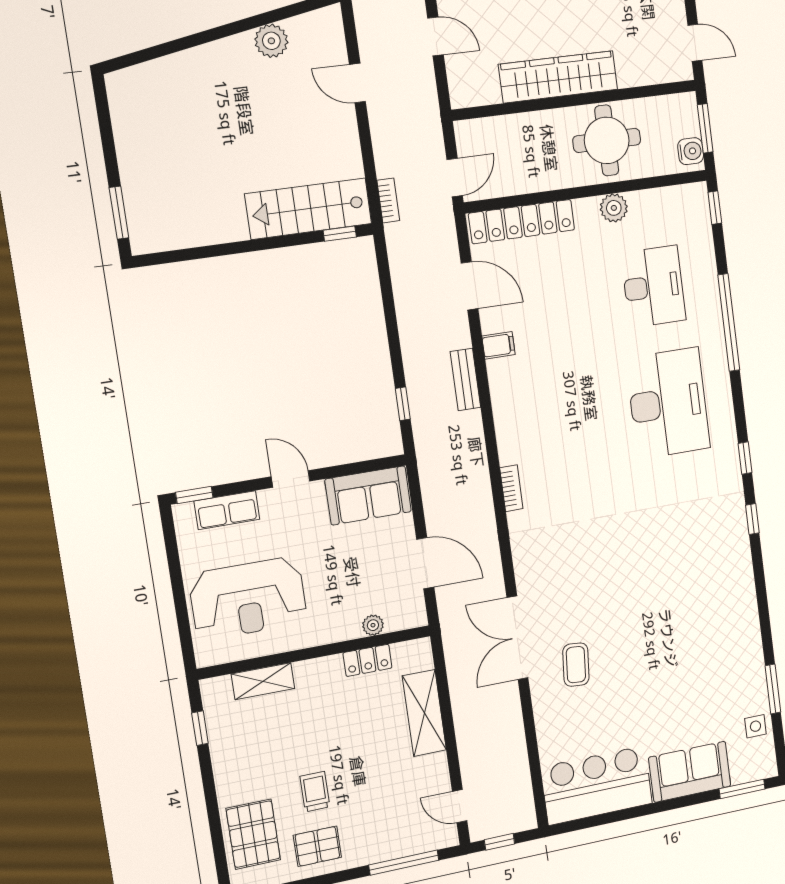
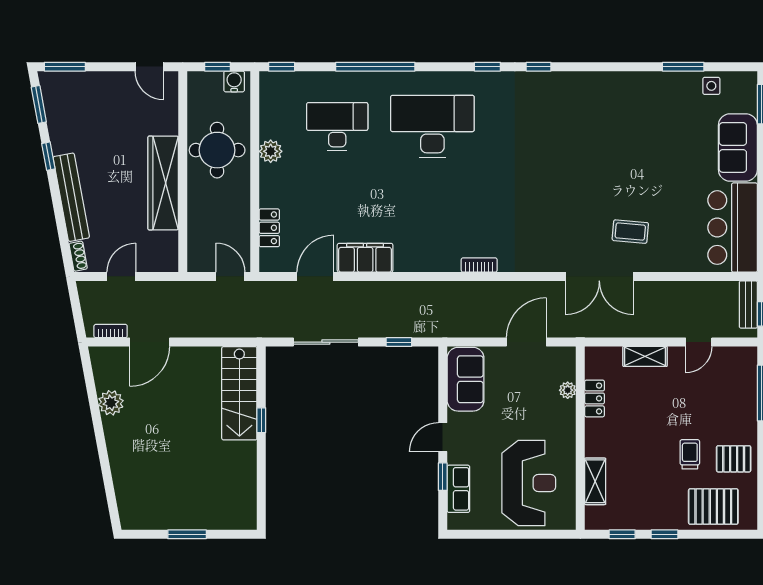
door: (695, 43) -> (149, 67), swing flipped
door: (357, 83) -> (150, 342), width x1.38
window: (705, 128) -> (218, 67), width x0.67
bookcase: (388, 201) -> (111, 331), moved
window: (119, 213) -> (187, 534), moved
locker: (522, 222) -> (269, 228), width x0.46, depth x0.83
window: (340, 234) -> (261, 420), moved
sliding door: (390, 311) -> (326, 342), added
filing cabinet: (498, 345) -> (365, 258), width x3.00, depth x1.17
bench: (465, 379) -> (748, 305), moved, turned 90
window: (194, 495) -> (443, 477), moved
shelving: (424, 713) -> (645, 356), width x0.67, depth x0.75
window: (208, 781) -> (664, 534), added
trolley: (315, 792) -> (690, 454), turned 90
door: (460, 806) -> (699, 342), moved
pallet: (317, 846) -> (734, 459), turned 90

